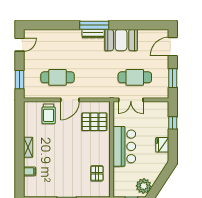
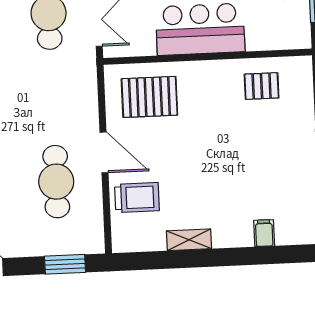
pallet: (94, 122) -> (149, 97), turned 90
shelving: (28, 147) -> (189, 240), moved

